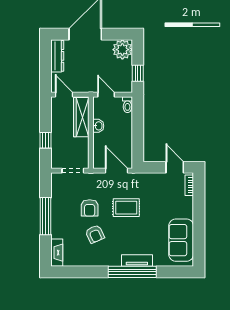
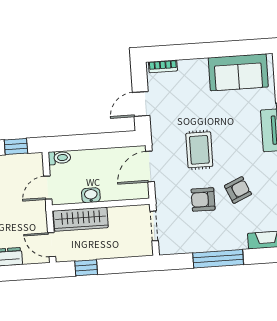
door: (64, 95) -> (52, 245), hinge flipped
window: (45, 140) -> (86, 268), moved
door: (175, 167) -> (141, 104), moved
armchair: (90, 208) -> (203, 200), turned 180

